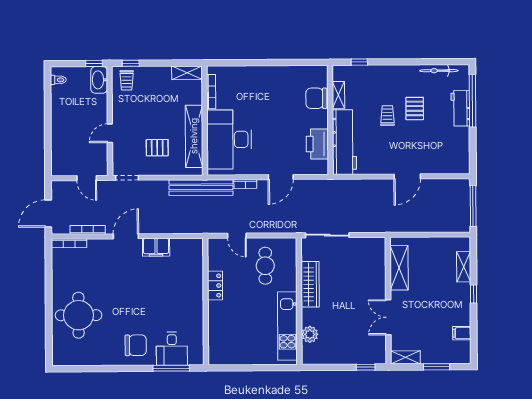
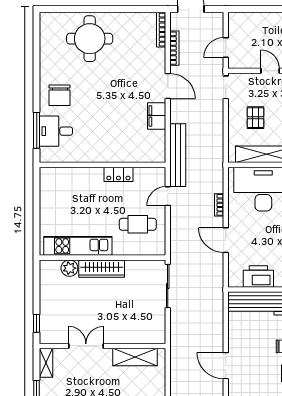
bench: (201, 188) -> (178, 155), moved
wardrobe: (310, 284) -> (102, 269), moved

